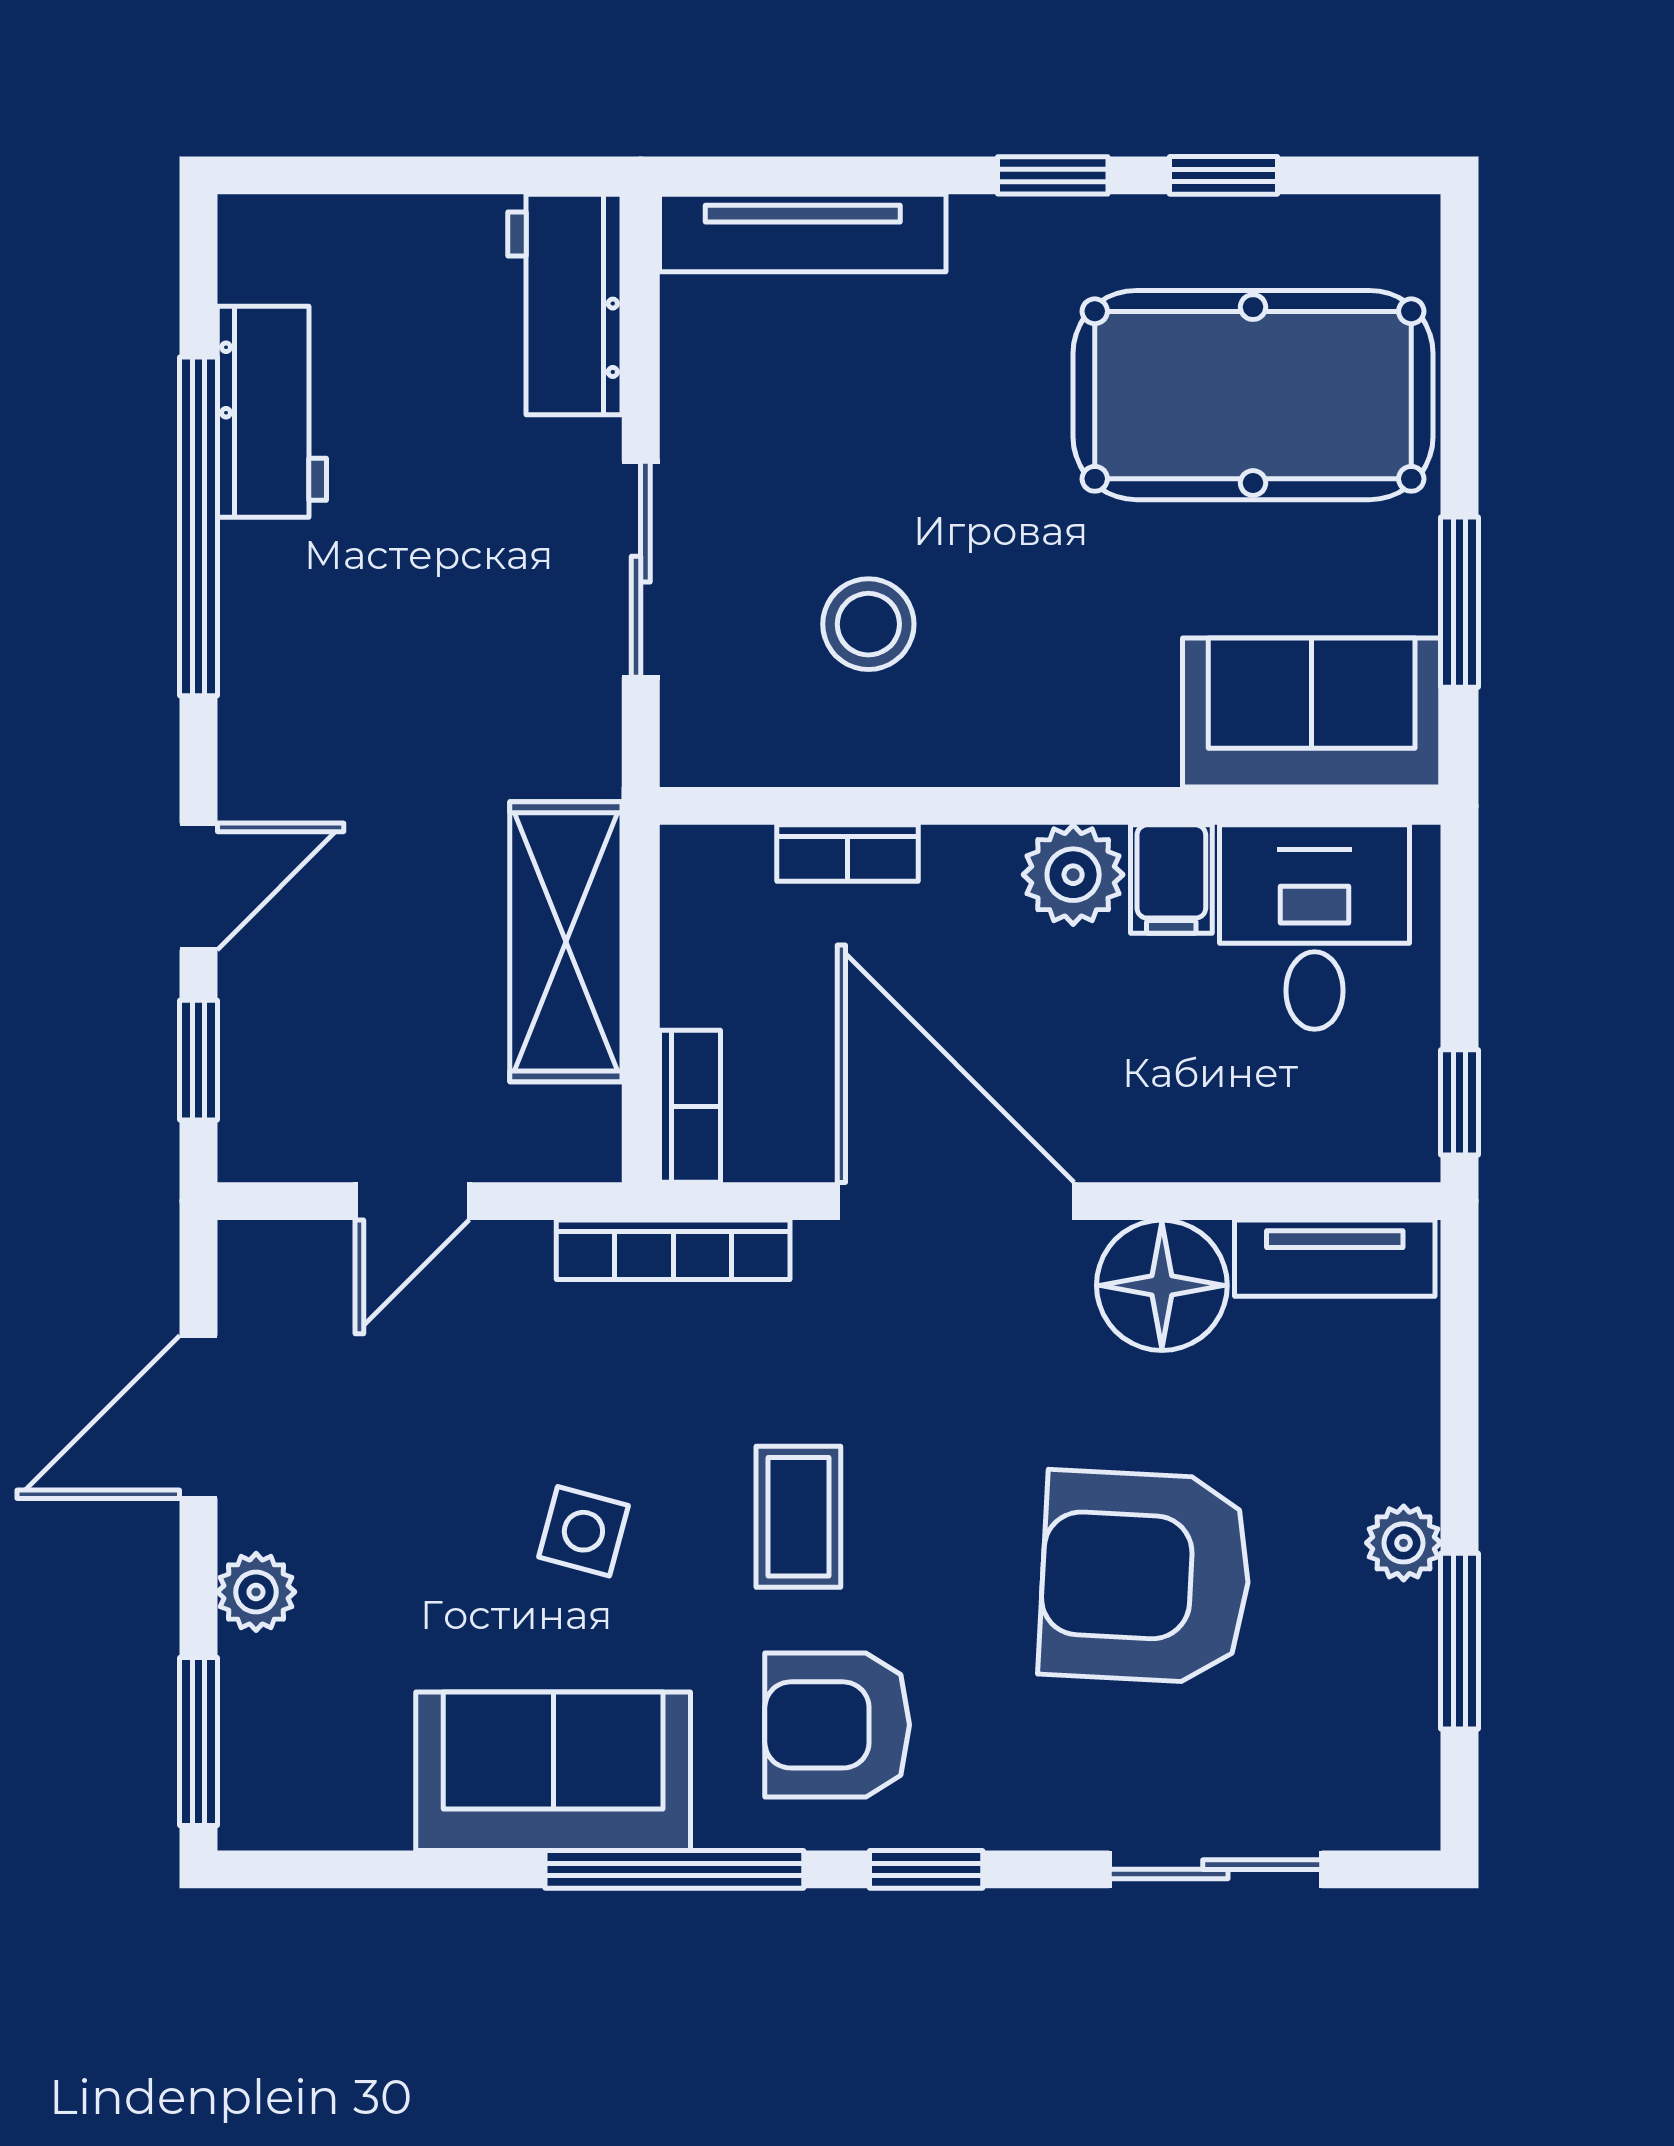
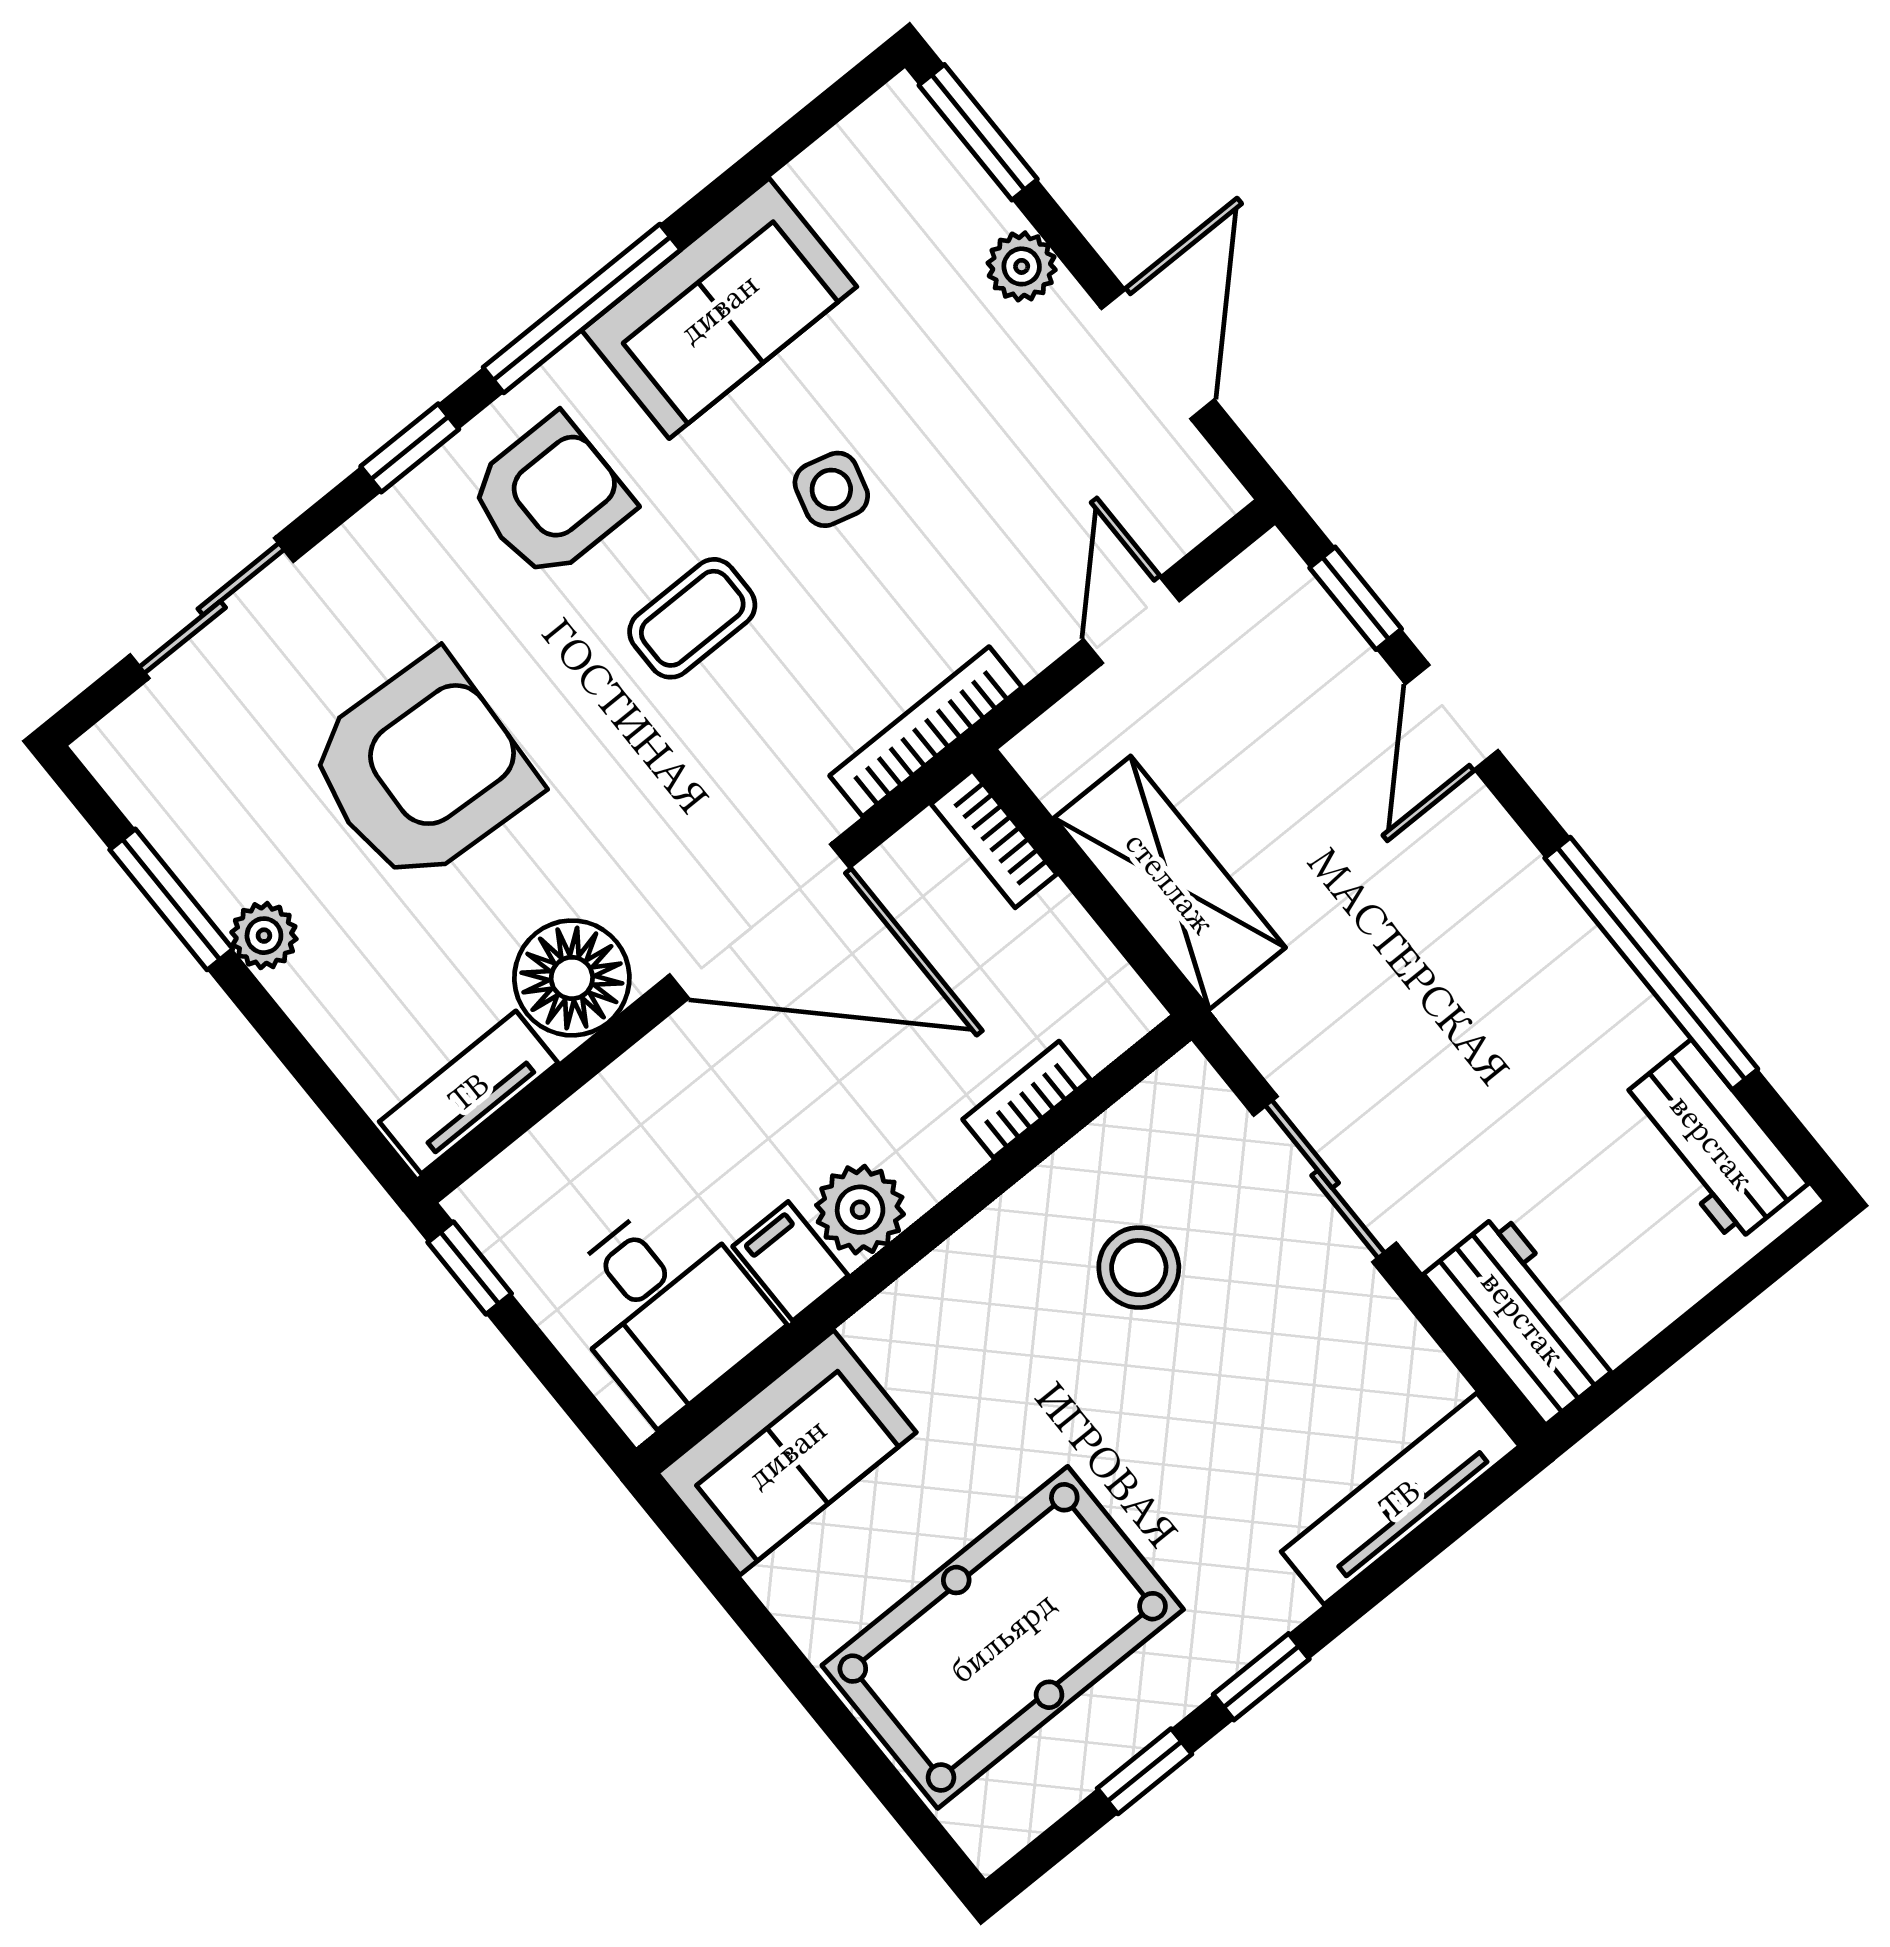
workbench: (272, 412) -> (1712, 1142), moved
window: (1459, 602) -> (747, 1610), removed
coffee table: (798, 1517) -> (692, 618), turned 90

